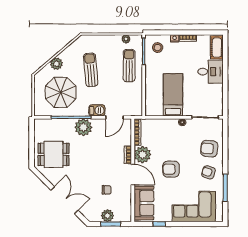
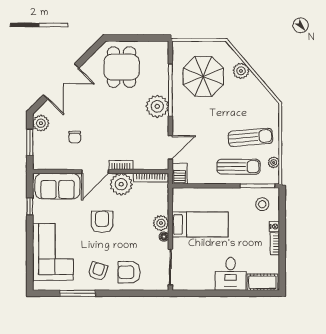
sun lounger: (91, 70) -> (251, 137), moved
barbecue: (97, 110) -> (180, 174), moved
door: (114, 117) -> (170, 147), swing flipped
plant: (172, 124) -> (161, 223), added
armchair: (209, 149) -> (129, 272), turned -95
plant: (107, 216) -> (41, 123), moved

